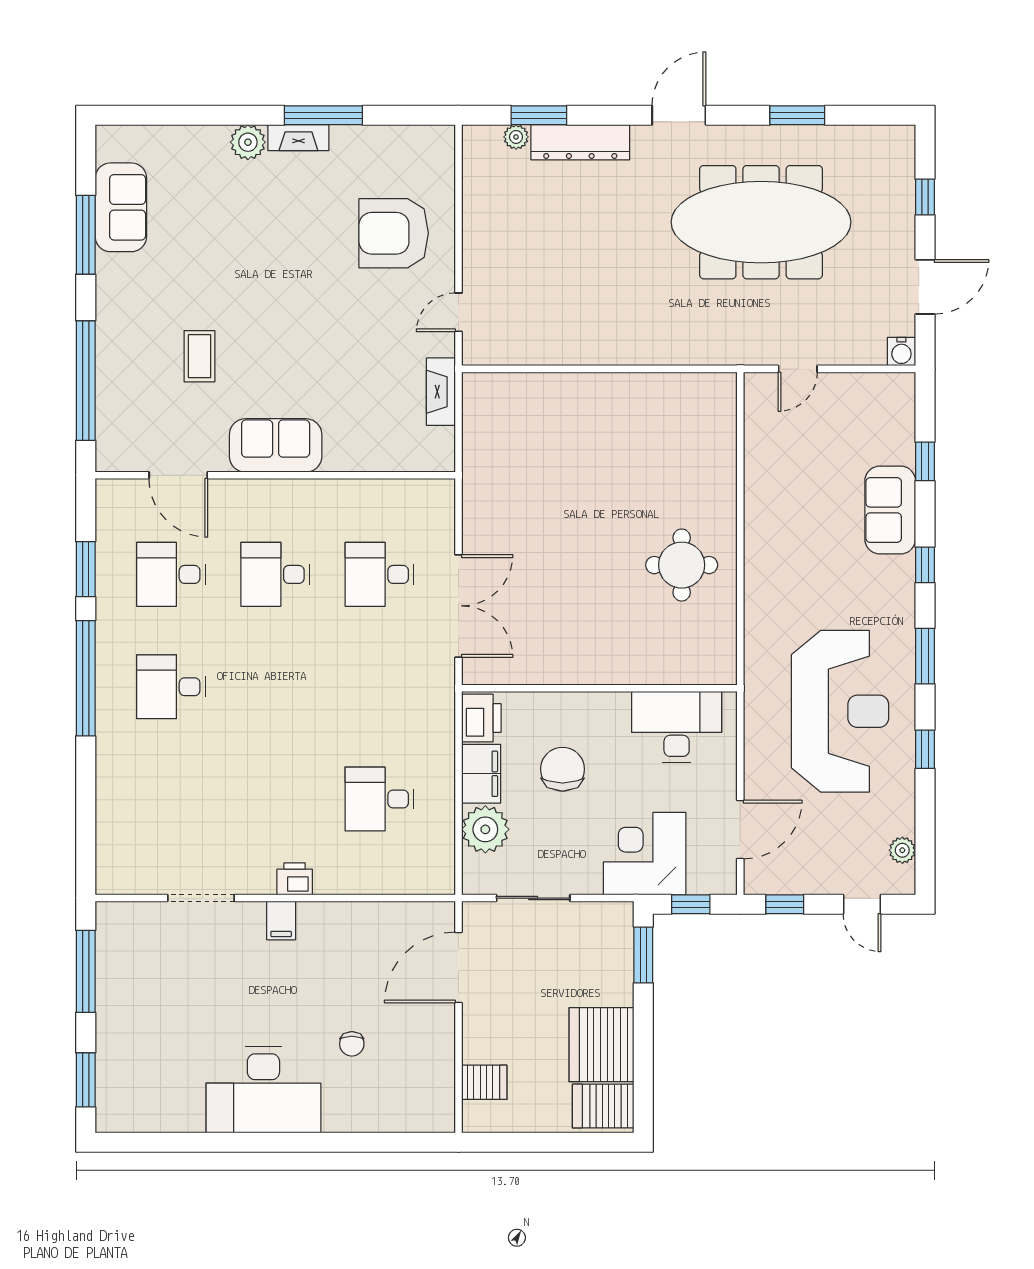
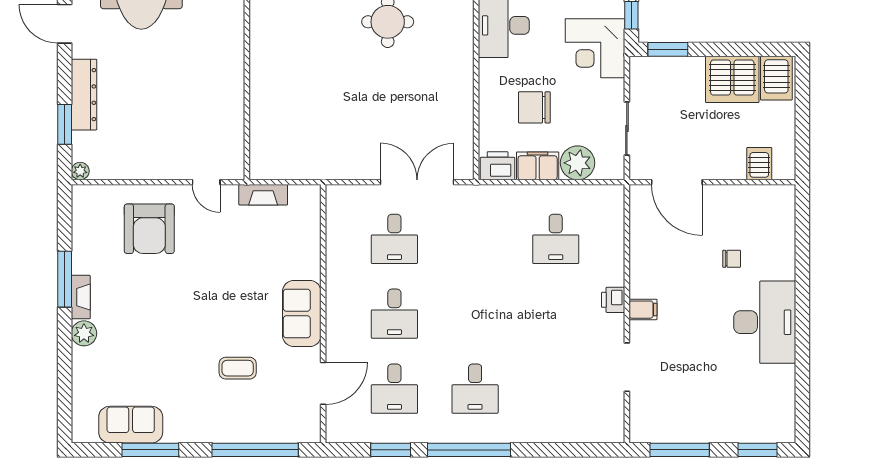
plant: (516, 137) -> (80, 171), moved

